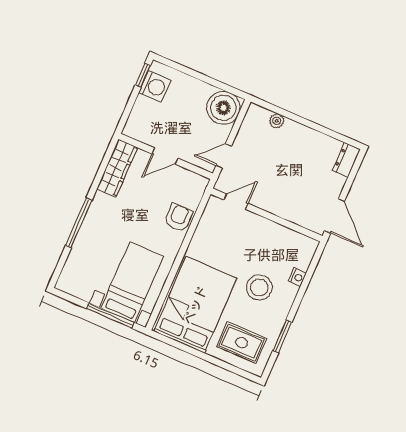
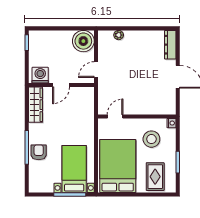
washing machine: (155, 86) -> (40, 75), moved, turned -90
dresser: (346, 160) -> (170, 45), width x1.44
door: (236, 202) -> (115, 116), moved
wall: (267, 215) -> (137, 116), moved
armchair: (178, 218) -> (39, 152), moved
rug: (242, 343) -> (155, 177), turned 90

